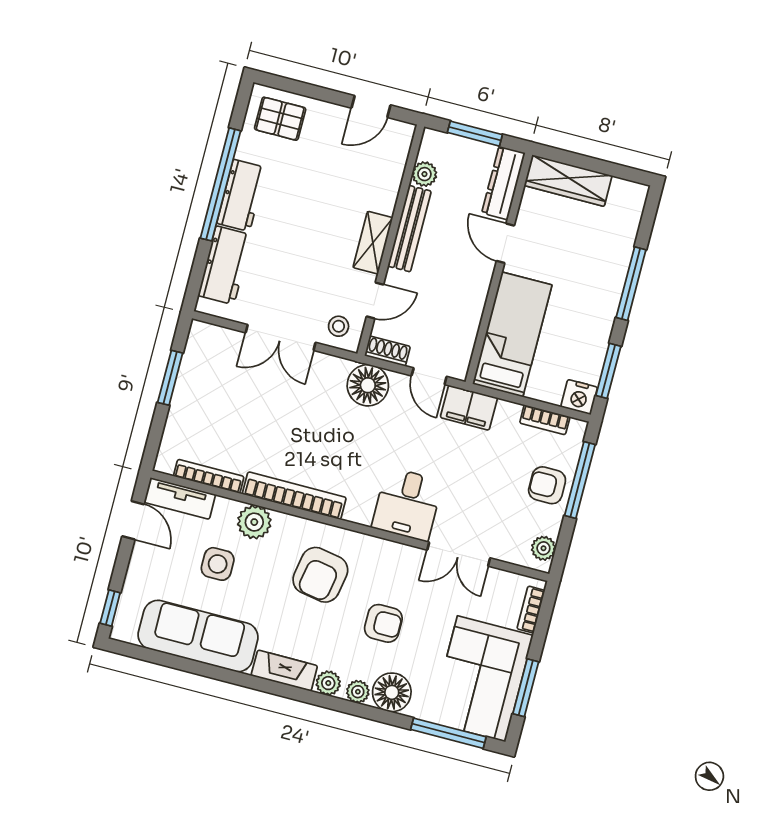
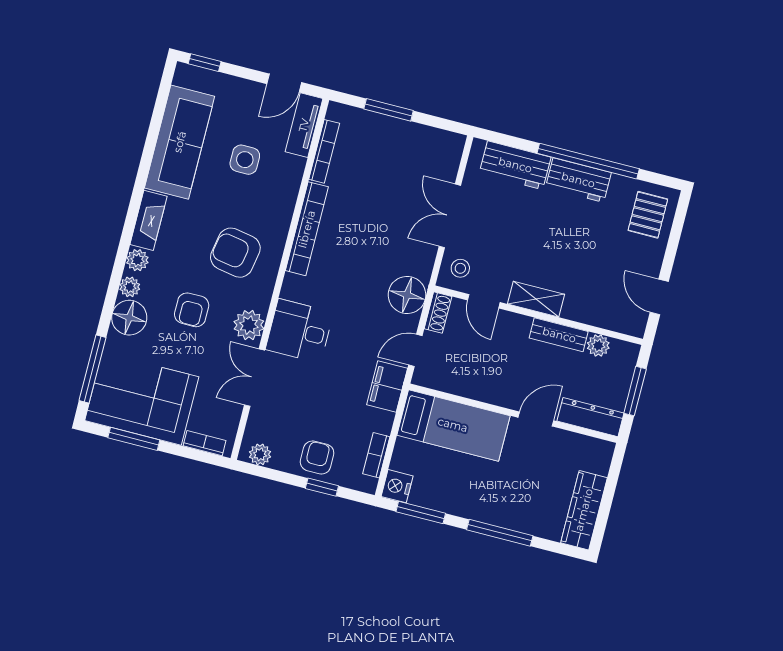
wardrobe: (568, 180) -> (584, 510), moved
bench: (410, 229) -> (559, 335), width x0.73
window: (170, 378) -> (389, 110), moved
window: (580, 480) -> (322, 487), width x0.46
plant: (254, 522) -> (249, 325), moved

